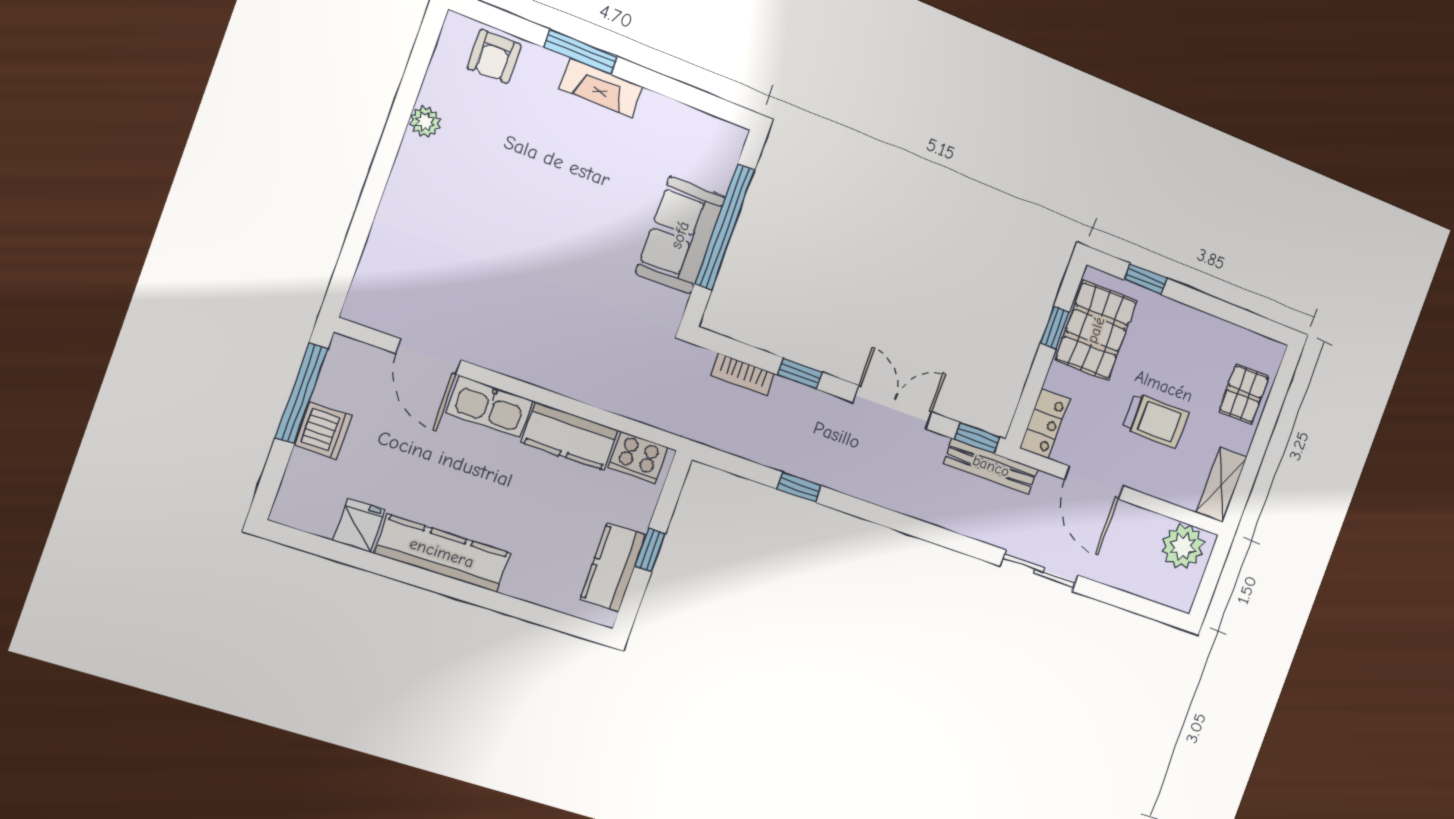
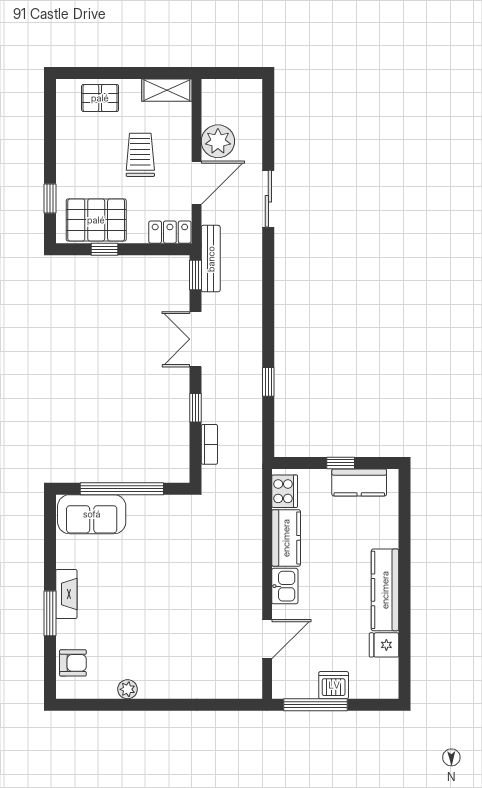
sofa: (680, 235) -> (92, 514), moved
kitchen sink: (490, 407) -> (285, 586), width x0.73
plant: (1183, 546) -> (218, 141), moved

